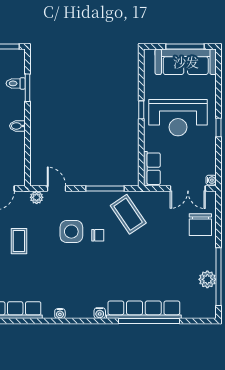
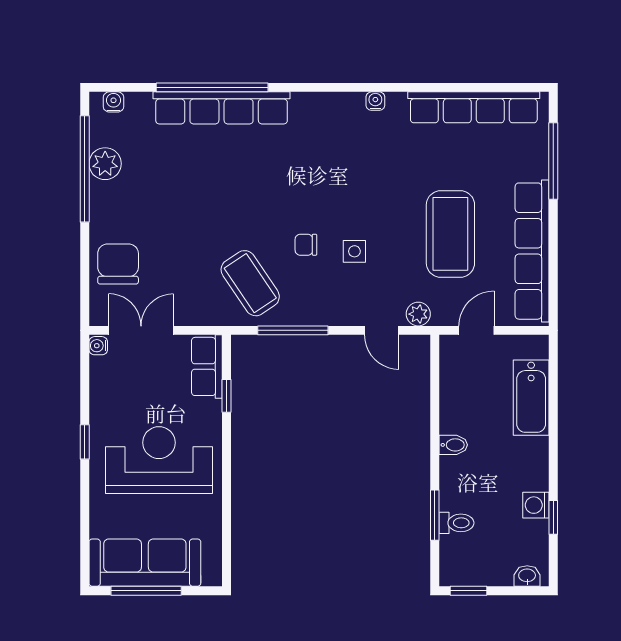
window: (141, 110) -> (226, 396), moved
side table: (71, 232) -> (354, 251), width x0.54, depth x0.54
coffee table: (19, 241) -> (450, 234), width x1.86, depth x1.72
water cooler: (100, 313) -> (113, 102), moved

